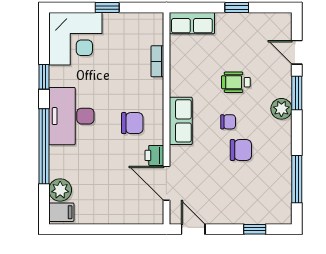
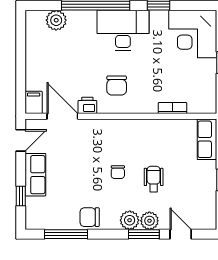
door: (297, 52) -> (181, 234), hinge flipped
plant: (282, 87) -> (149, 221), added
row of seats: (181, 121) -> (35, 175), moved, turned -90
chair: (241, 150) -> (90, 217), moved, turned 90
door: (166, 183) -> (62, 116), hinge flipped
filing cabinet: (61, 212) -> (34, 102), moved, turned 180

